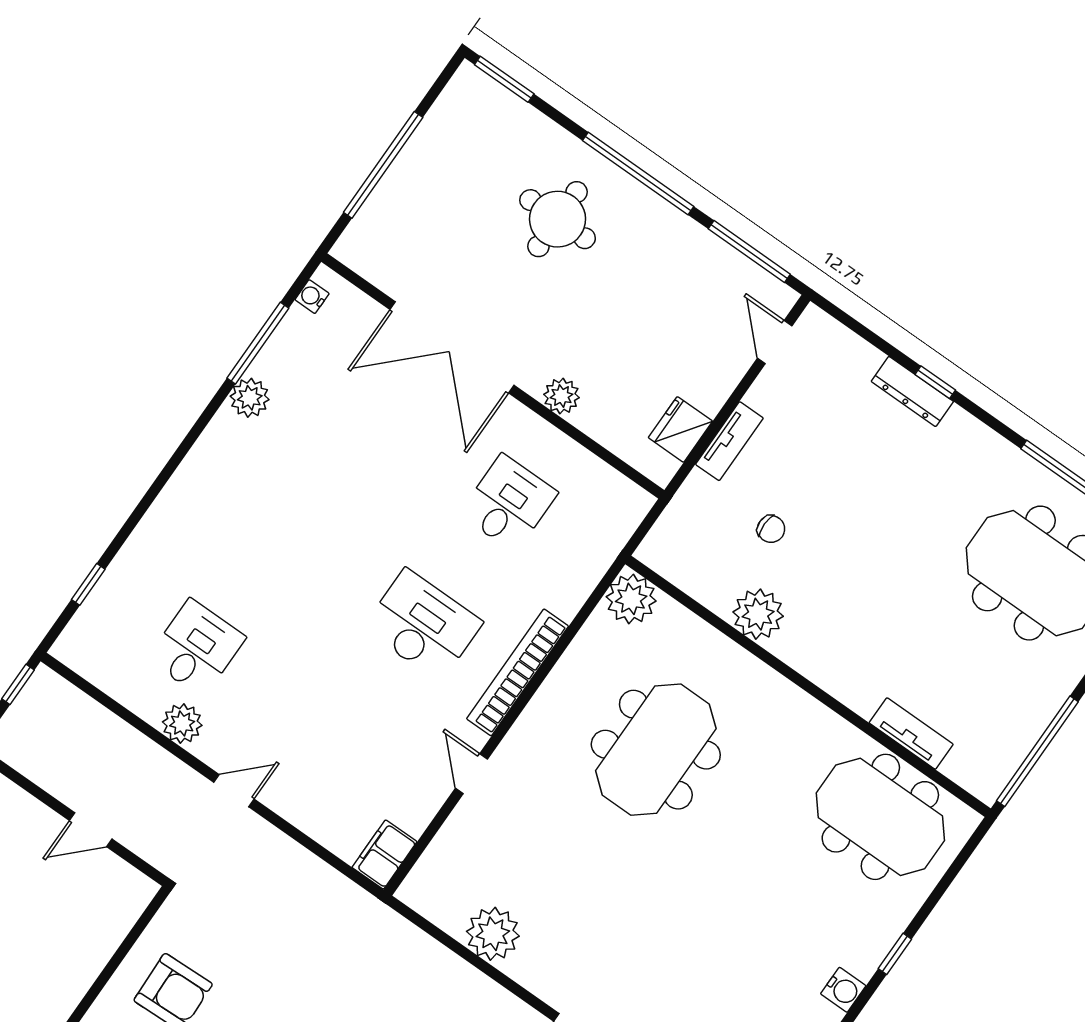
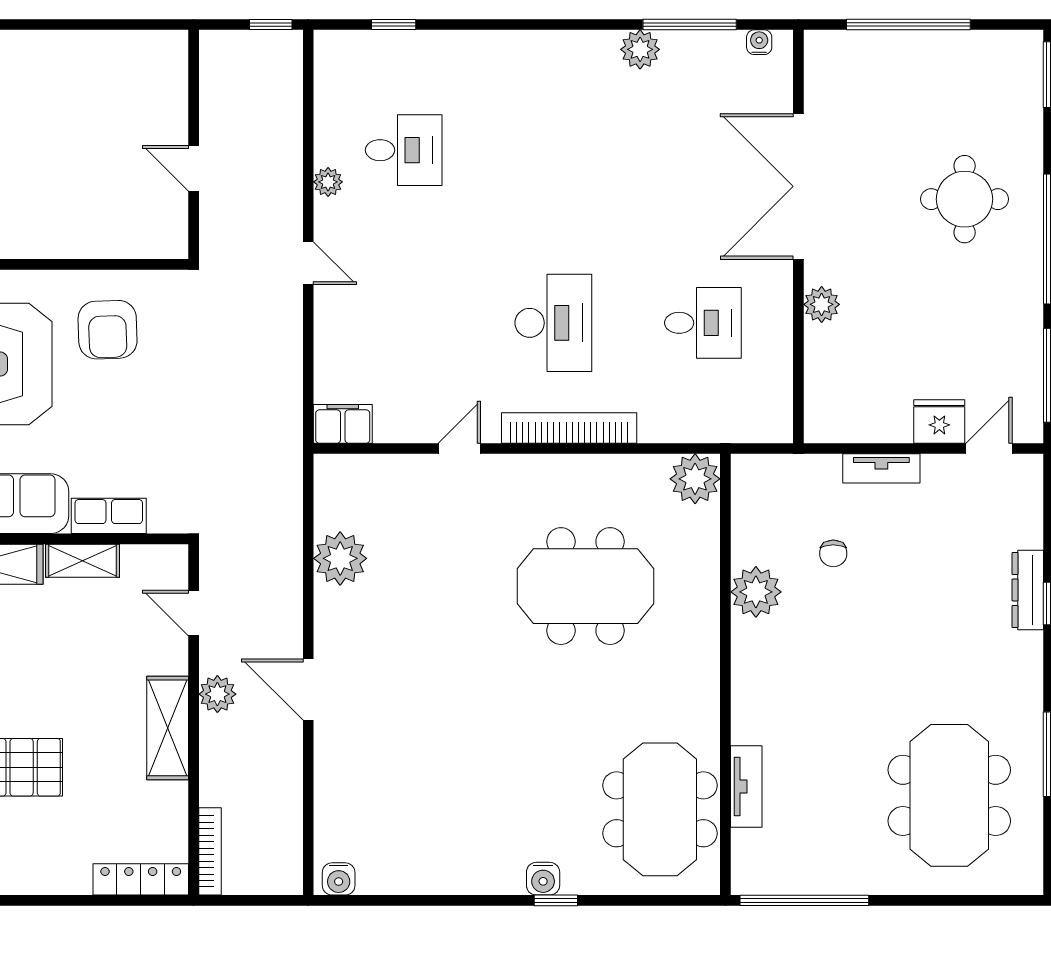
fridge: (680, 429) -> (939, 421), moved
plant: (182, 724) -> (328, 182), width x0.73, depth x0.73
water cooler: (843, 990) -> (543, 879), moved

